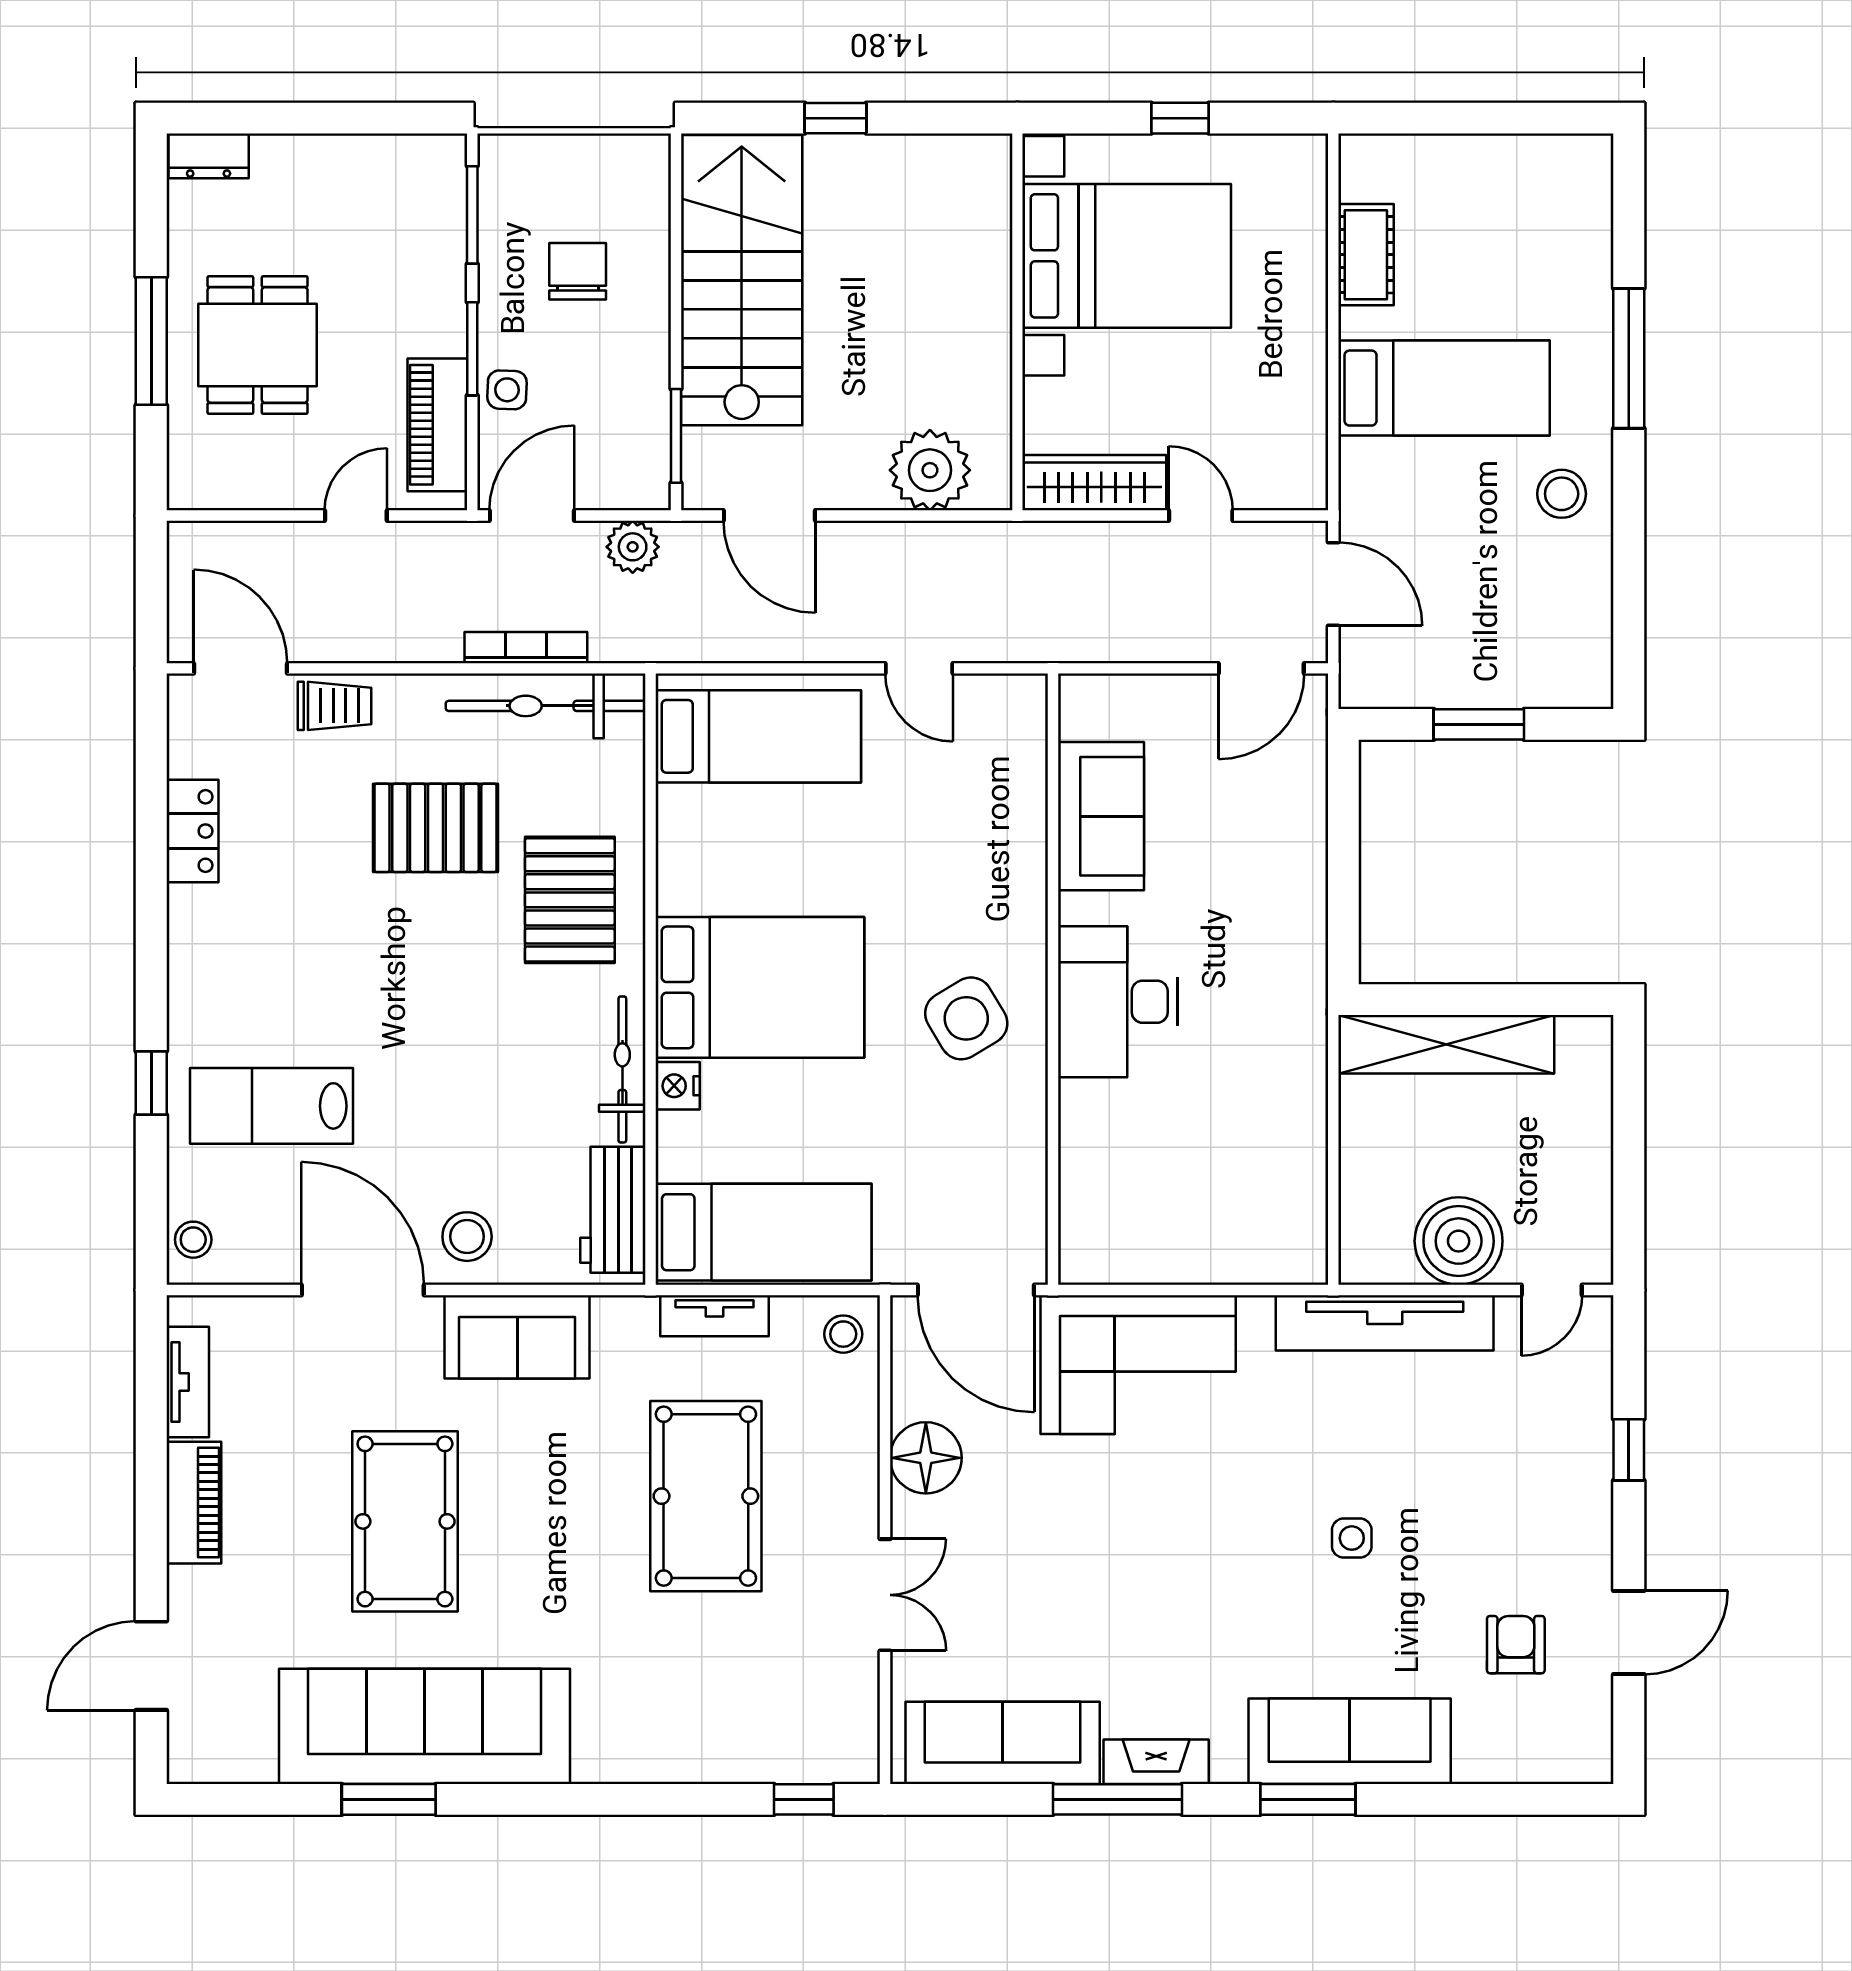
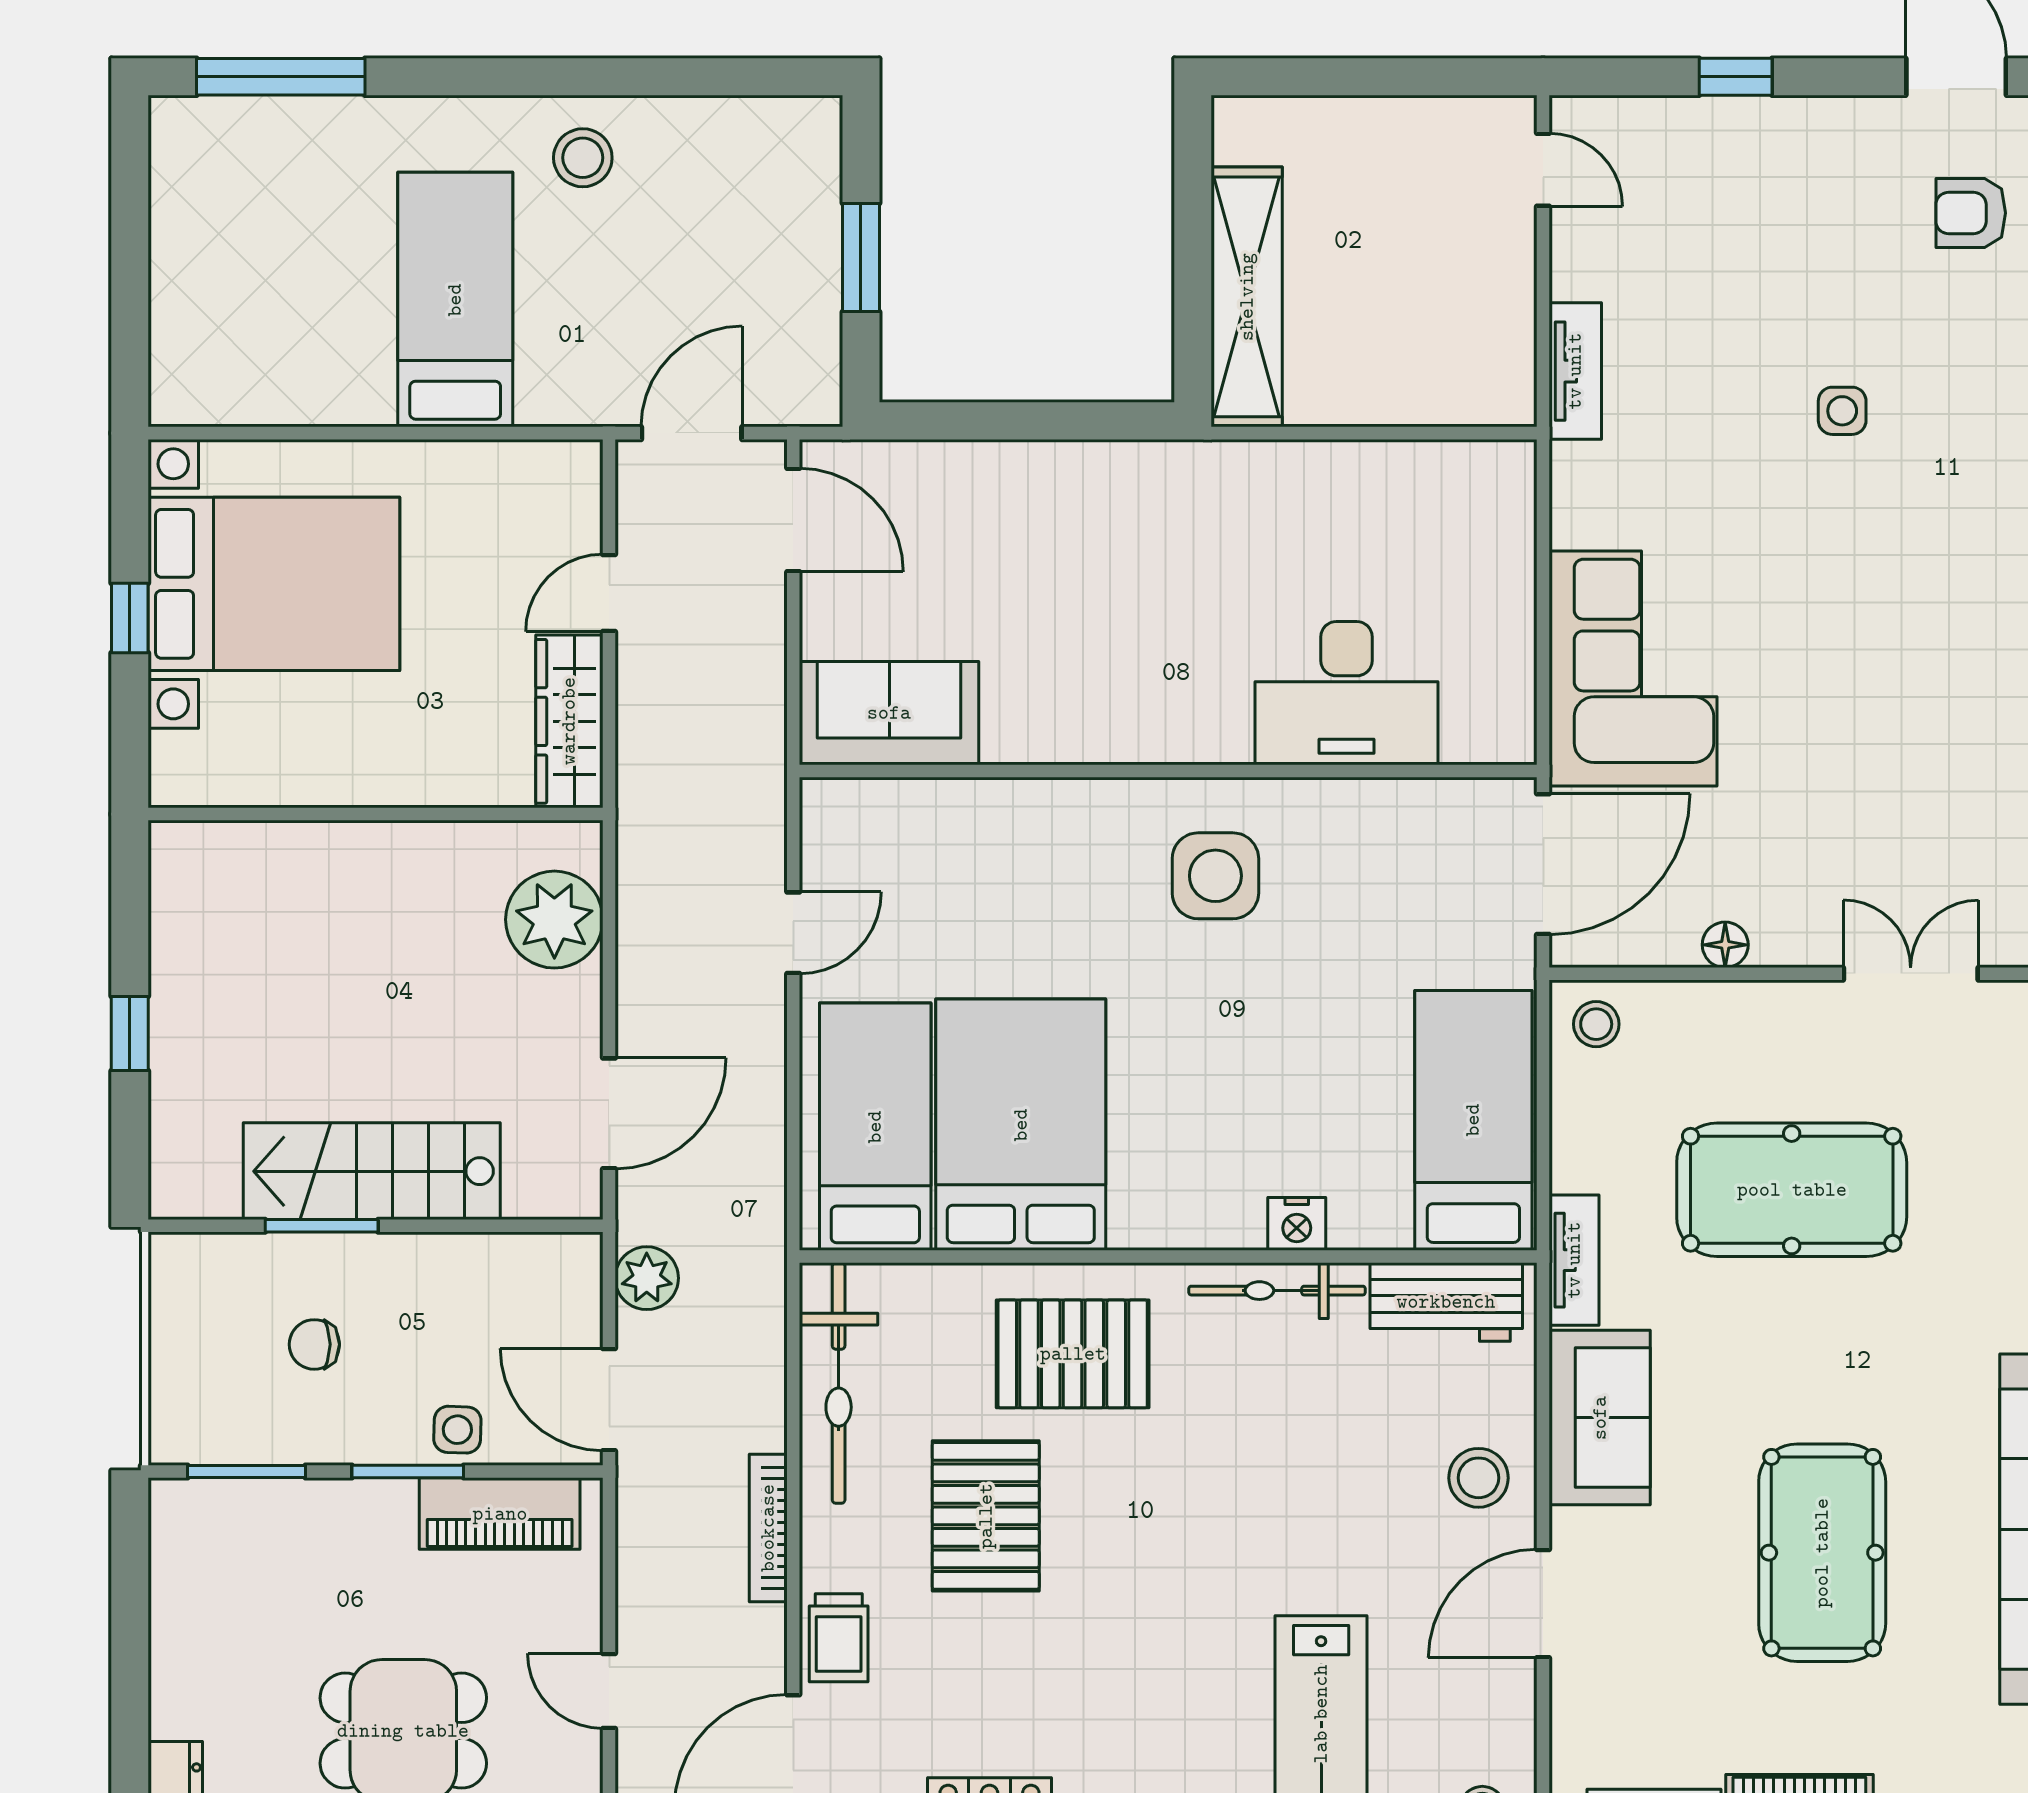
cot: (1366, 255) -> (294, 394), removed
bed with nightstands: (1127, 256) -> (274, 584), moved, turned 90
chair: (578, 271) -> (314, 1344), width x0.73, depth x0.73
stairs: (742, 280) -> (372, 1171), width x0.73, depth x0.66
window: (1629, 358) -> (281, 77), moved
window: (676, 436) -> (322, 1226), moved
door: (356, 516) -> (609, 1691), moved
bookcase: (526, 648) -> (768, 1528), moved
trolley: (334, 706) -> (839, 1638), turned 180
sofa: (1101, 816) -> (889, 713), moved
bed: (760, 987) -> (1021, 1125), moved
desk: (1118, 1002) -> (1347, 693), moved
side table: (966, 1018) -> (1215, 876), turned 31
boiler: (1459, 1241) -> (1484, 282), removed
door: (363, 1290) -> (1543, 1604), width x0.73
tv unit: (715, 1316) -> (1574, 1260), moved
tv unit: (1385, 1323) -> (1575, 371), width x0.52, depth x0.78
floor lamp: (926, 1458) -> (1725, 945), width x0.53, depth x0.53
pool table: (405, 1521) -> (1822, 1553), turned 90

